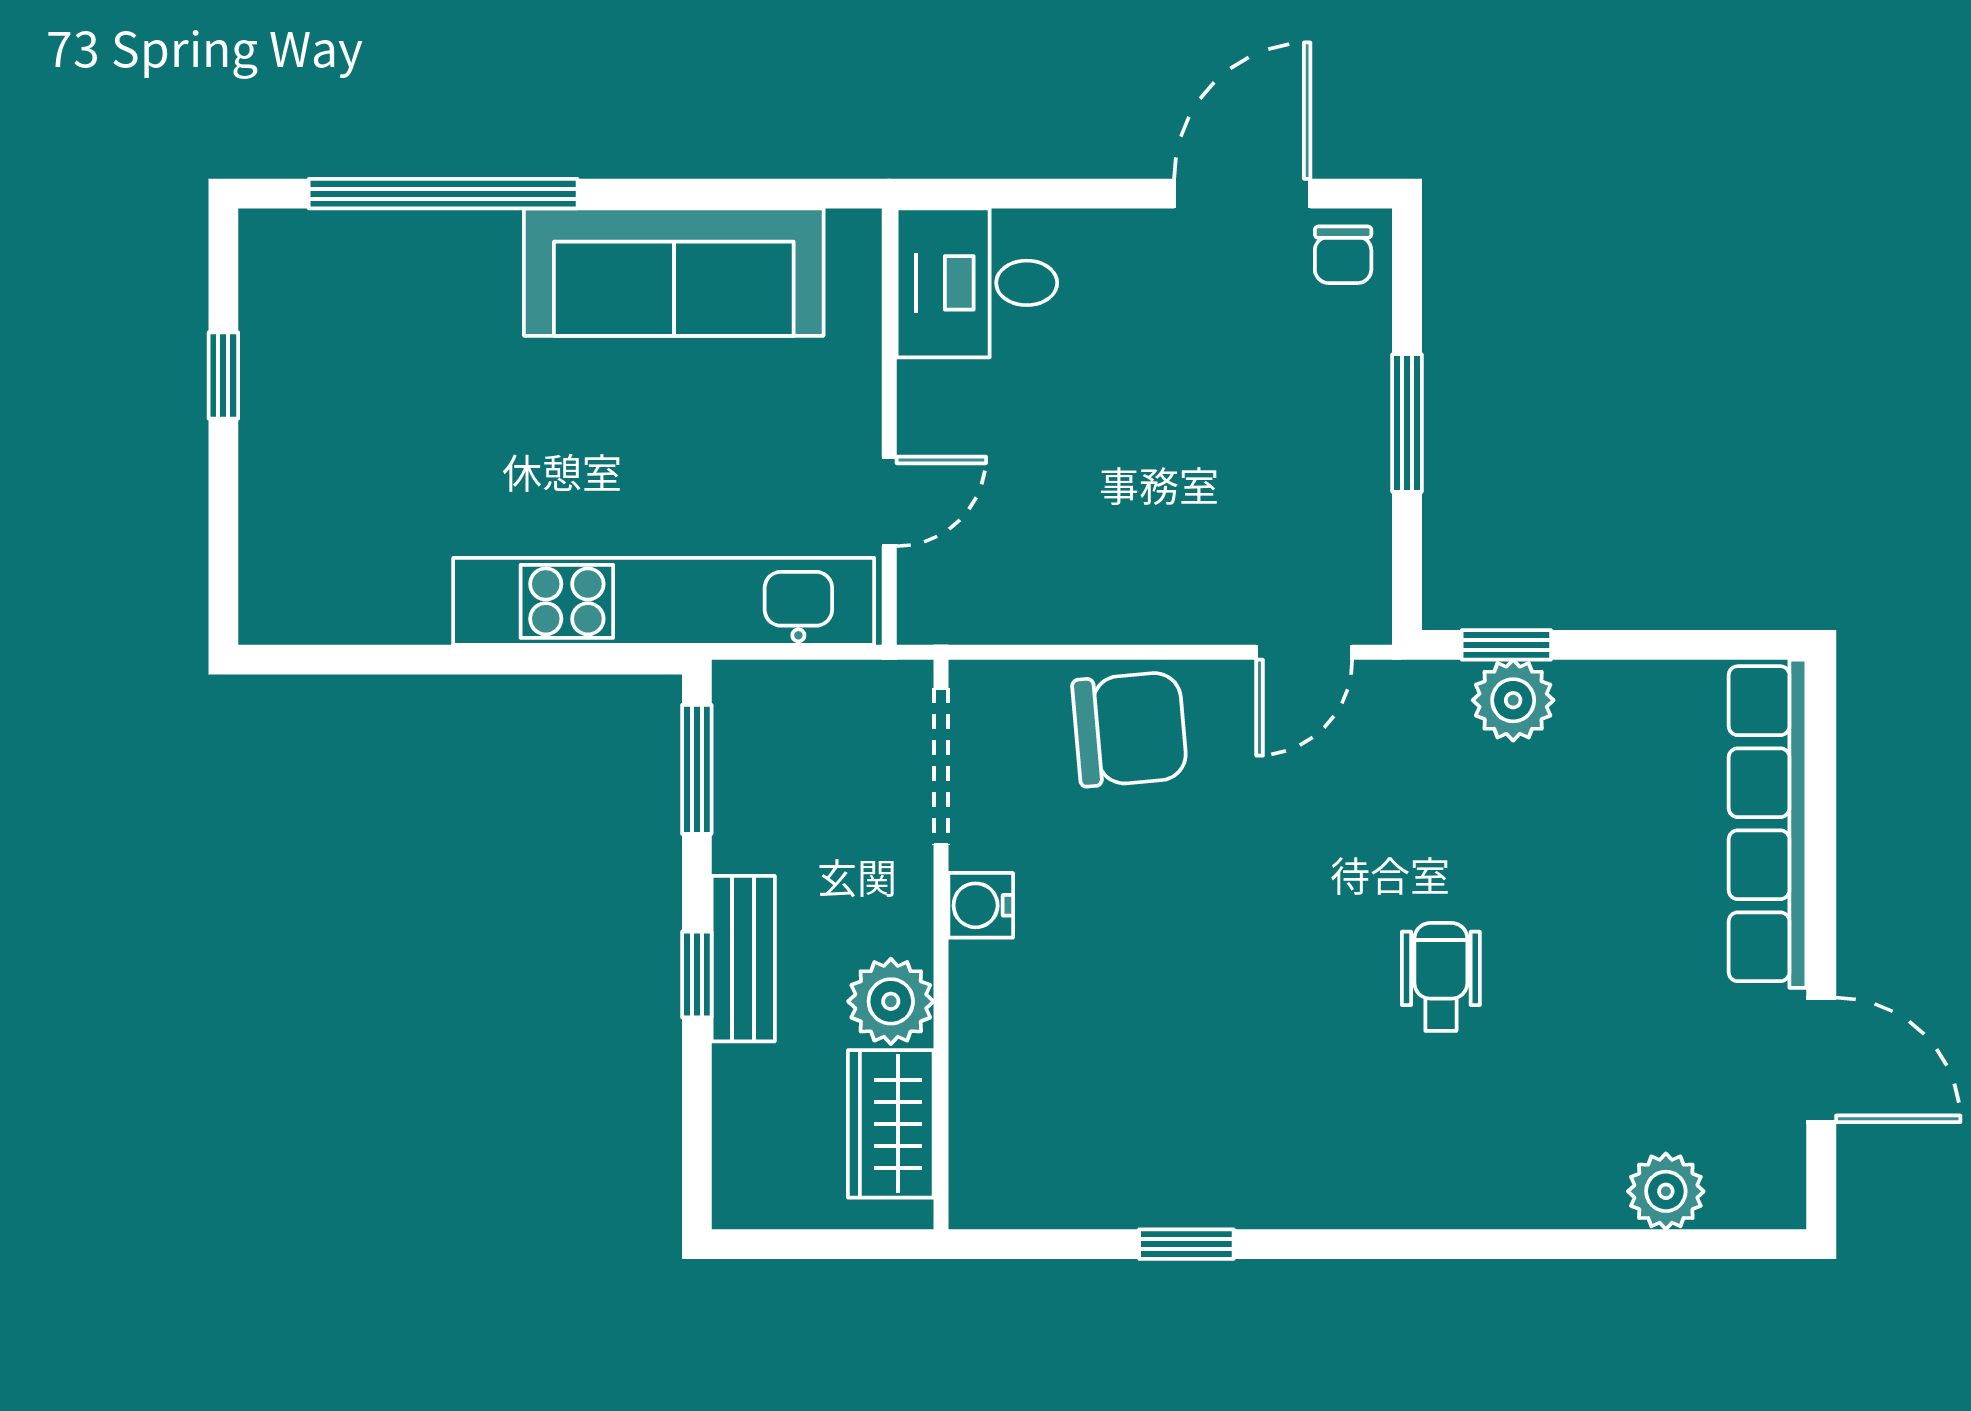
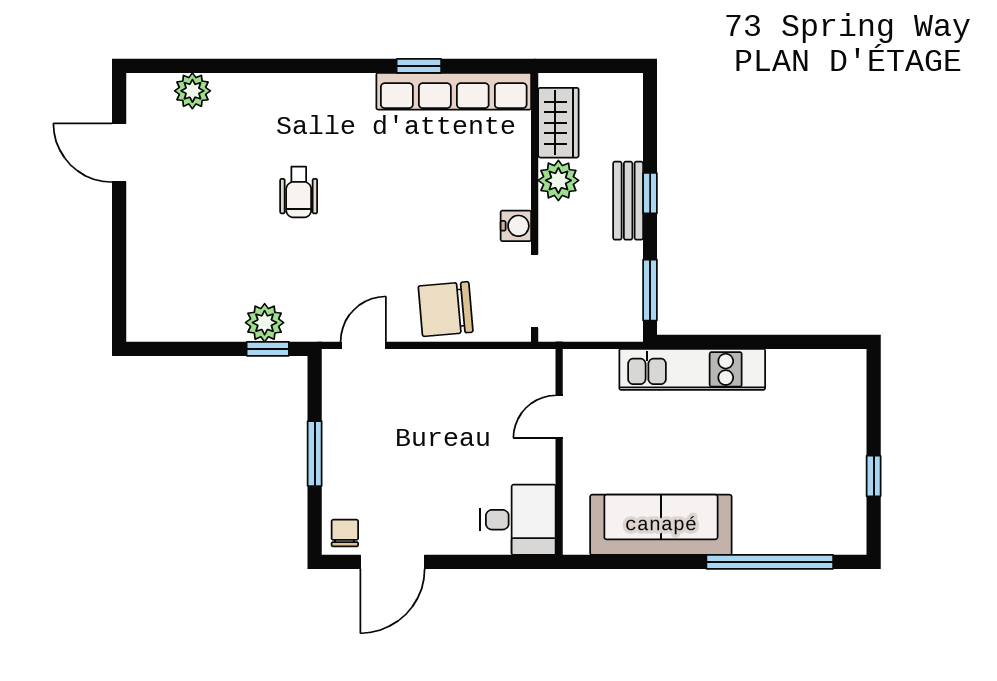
kitchen unit: (664, 601) -> (692, 369), width x0.73
row of seats: (1768, 824) -> (454, 91), moved, turned 90

